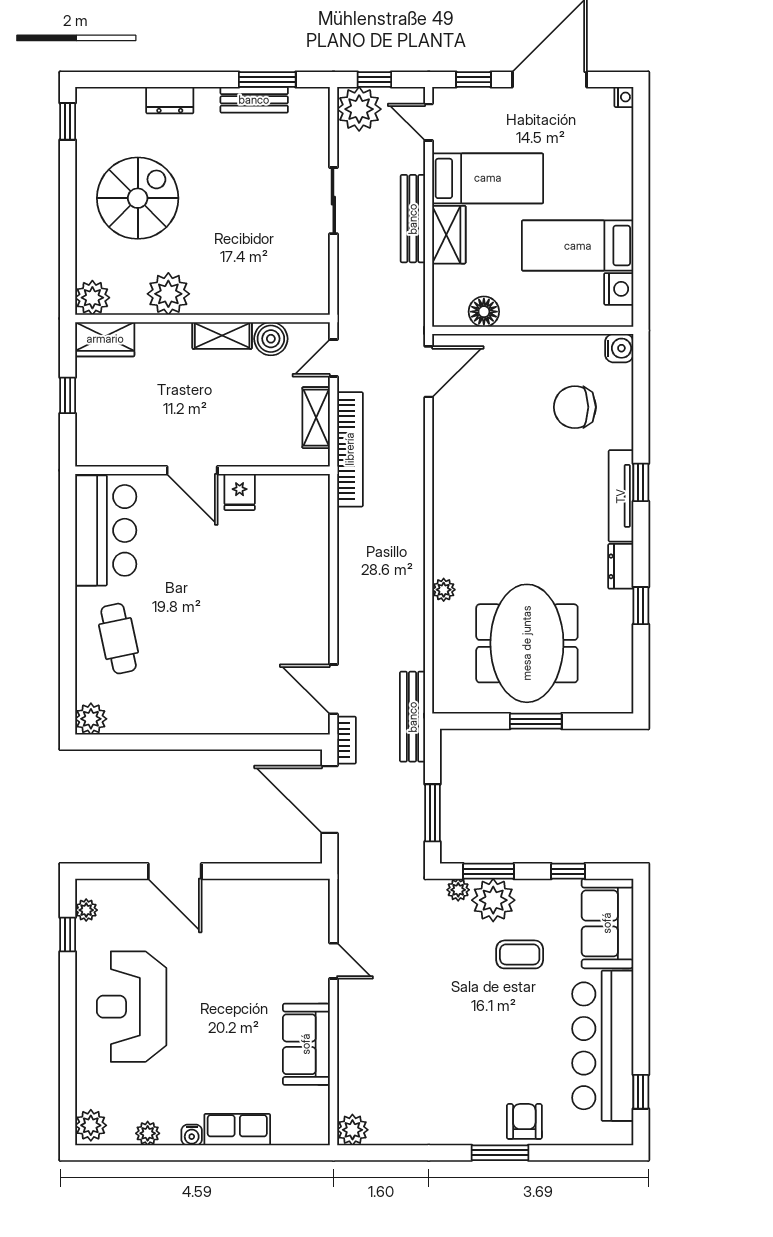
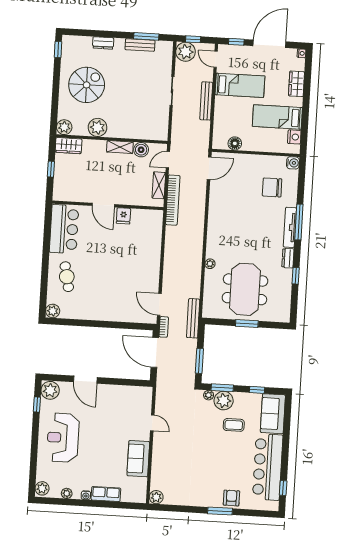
wardrobe: (449, 235) -> (297, 84), moved, turned 180
window: (641, 482) -> (299, 222), width x2.17
plant: (86, 910) -> (50, 390), width x1.87, depth x1.87

